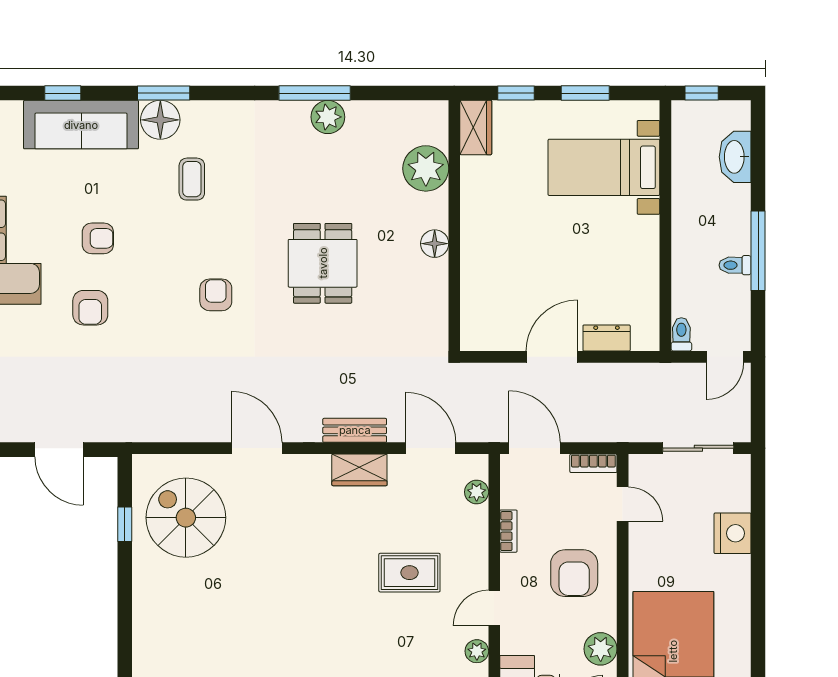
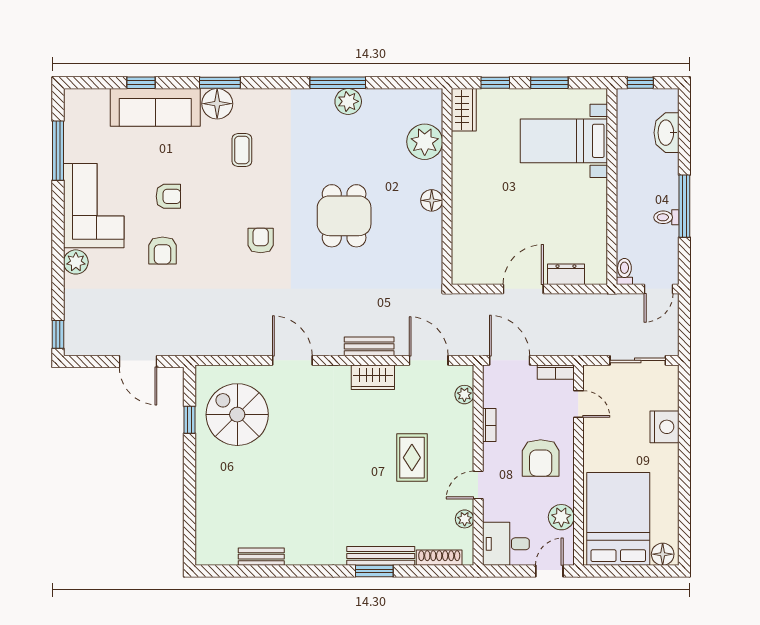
rug: (409, 573) -> (412, 458), turned 90

